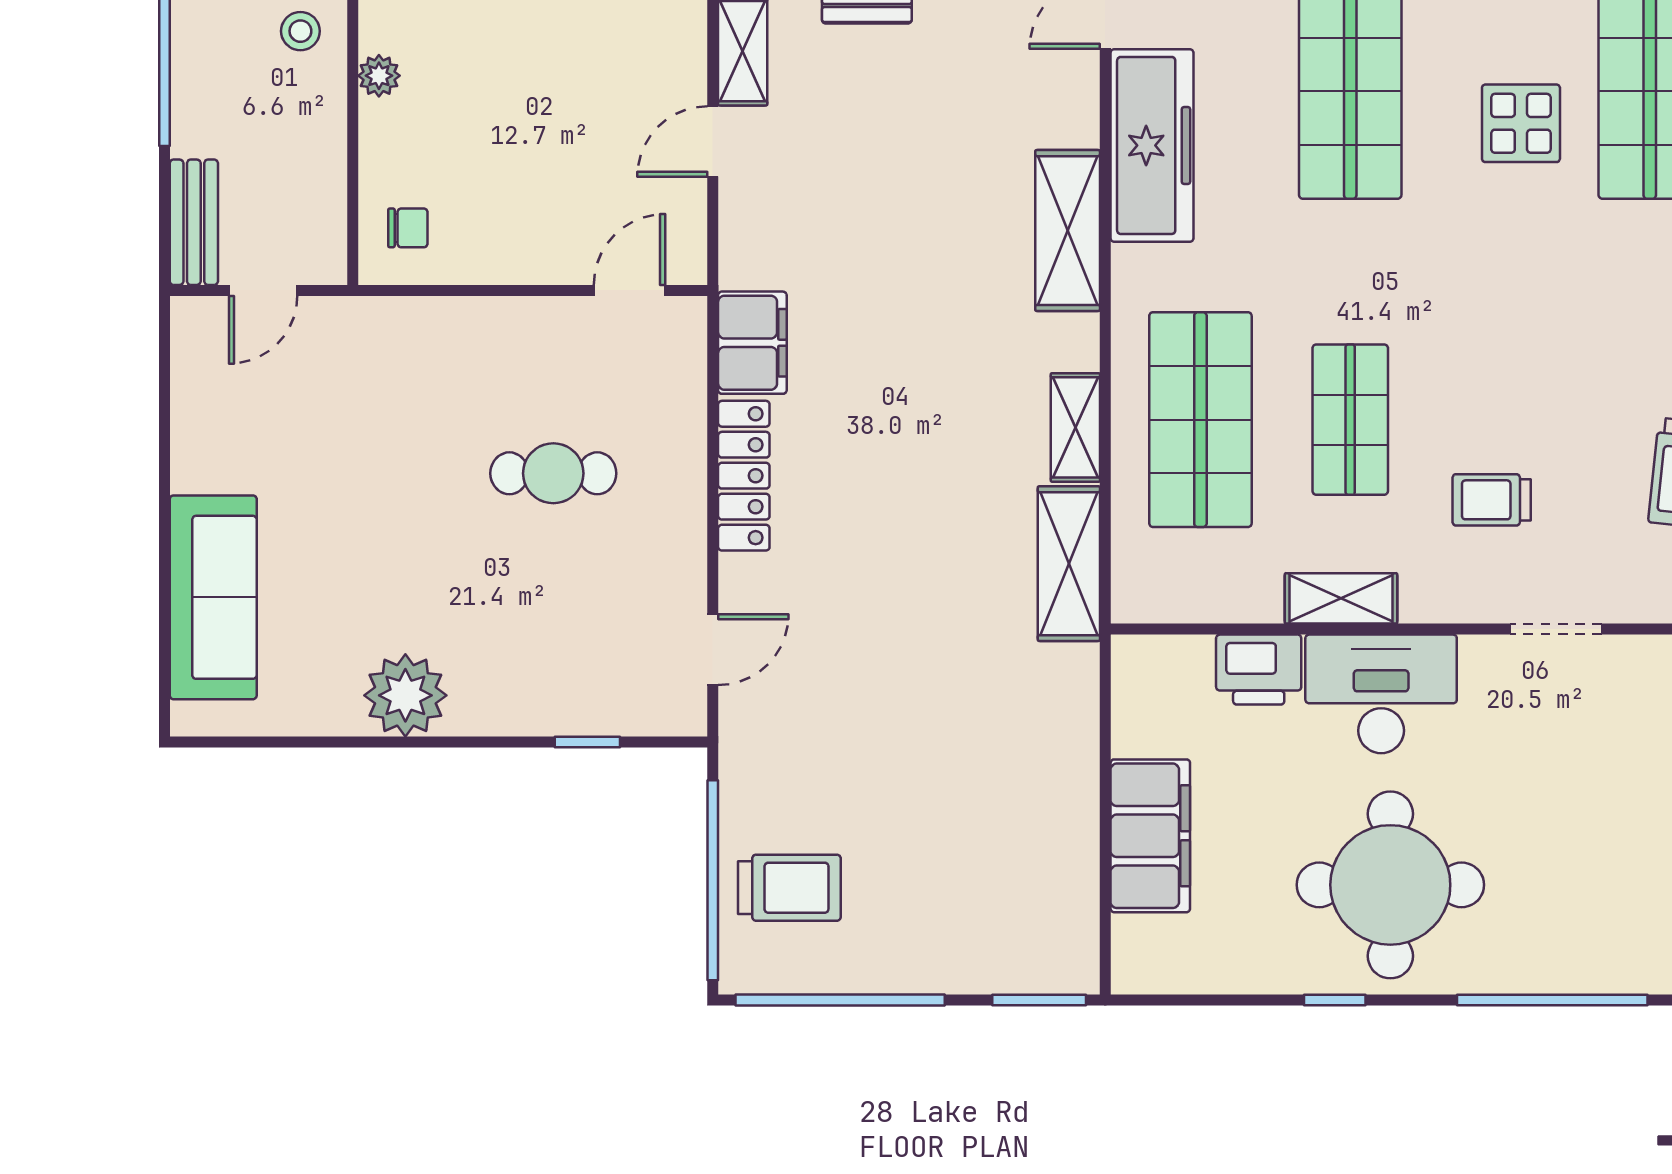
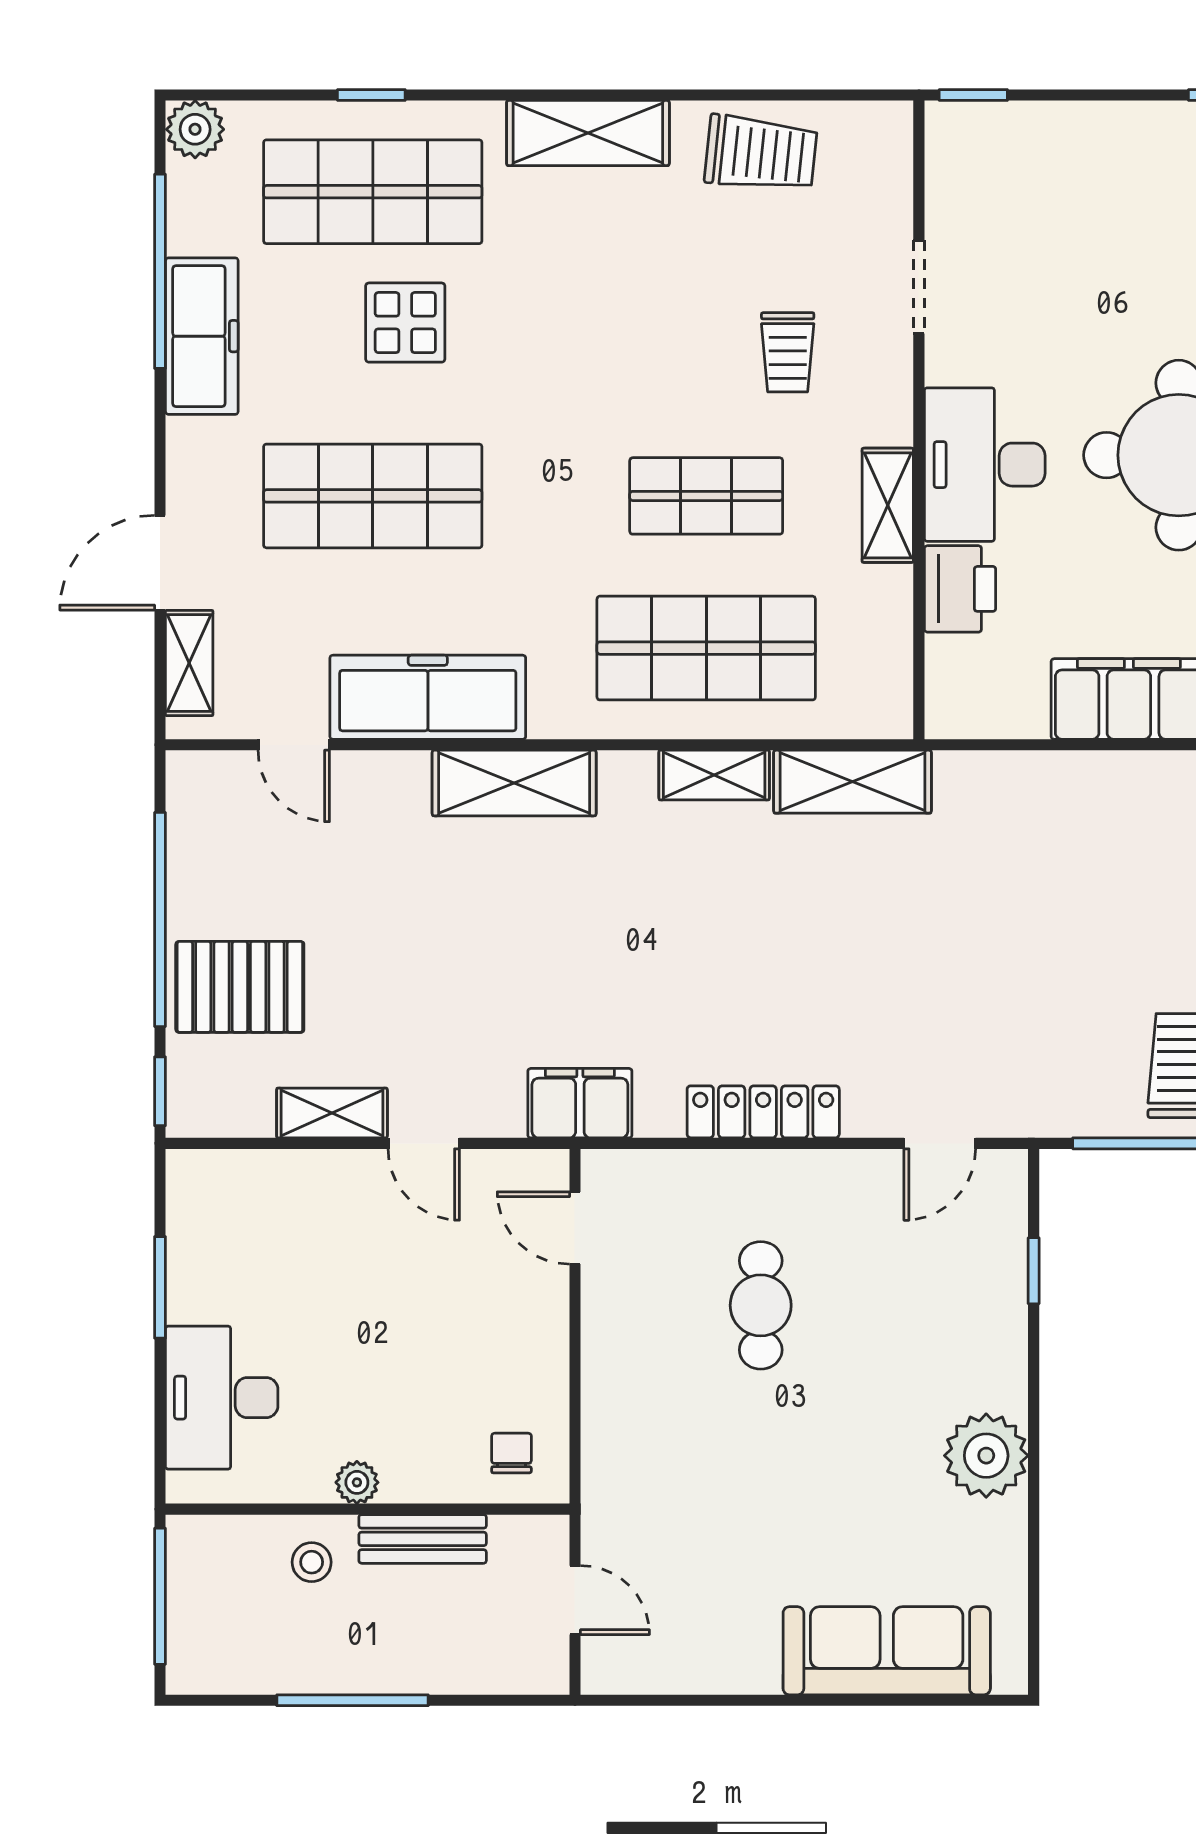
bench: (194, 222) -> (423, 1539), moved
filing cabinet: (752, 343) -> (580, 1103), moved
door: (713, 650) -> (940, 1143), swing flipped

